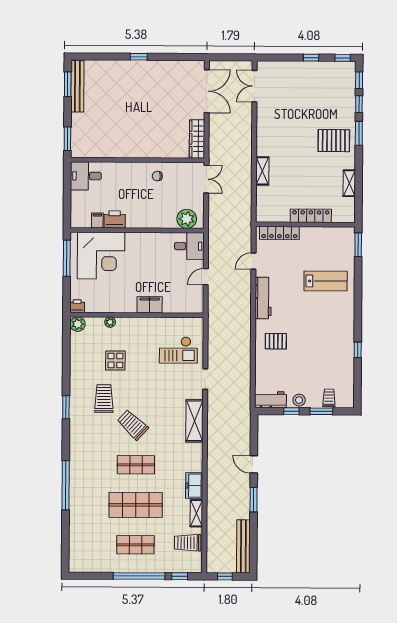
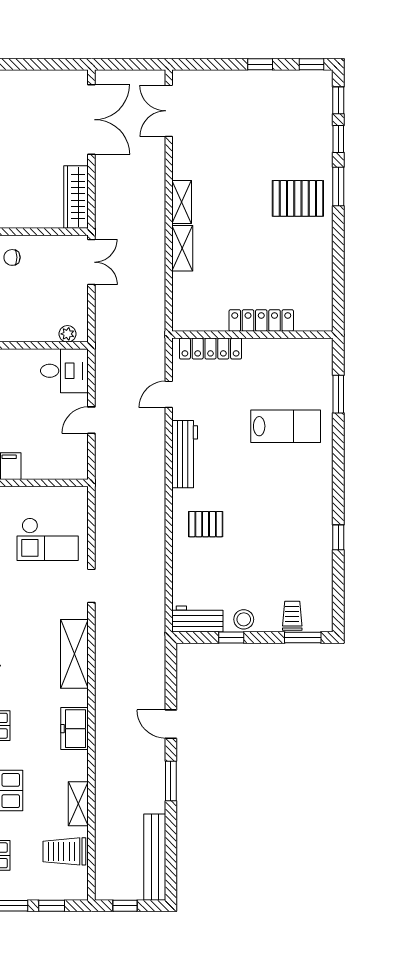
shelving: (349, 183) -> (182, 202), moved
plant: (187, 219) -> (67, 334), width x0.53, depth x0.53
window: (358, 245) -> (338, 394), moved
window: (321, 411) -> (303, 637), moved
freezer: (194, 486) -> (75, 729), moved

